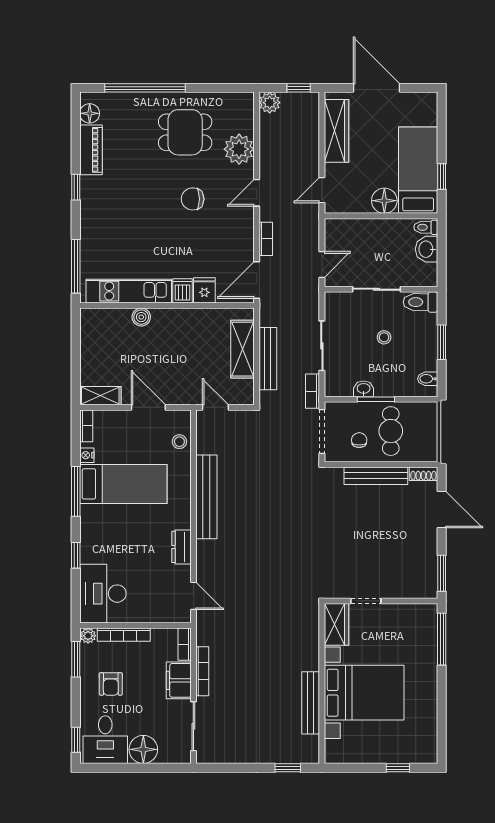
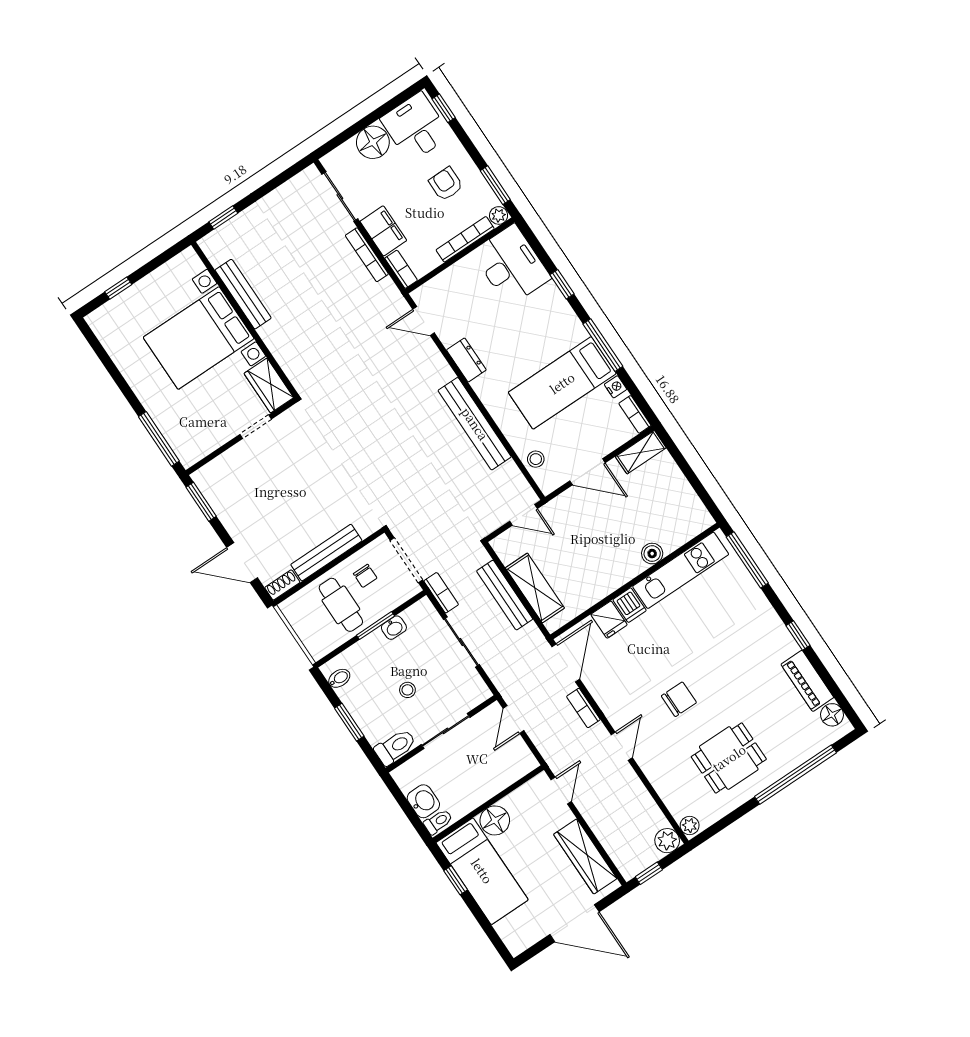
plant: (239, 149) -> (690, 826), moved, width x0.53, depth x0.53

